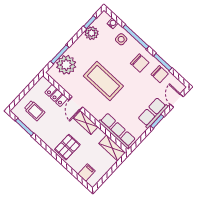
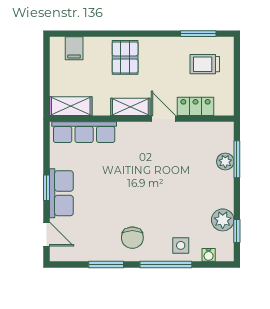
chair: (140, 63) -> (132, 238), turned -90
plant: (66, 65) -> (225, 161), width x0.53, depth x0.53
chair: (160, 74) -> (96, 247), removed
coffee table: (103, 81) -> (155, 176), removed

